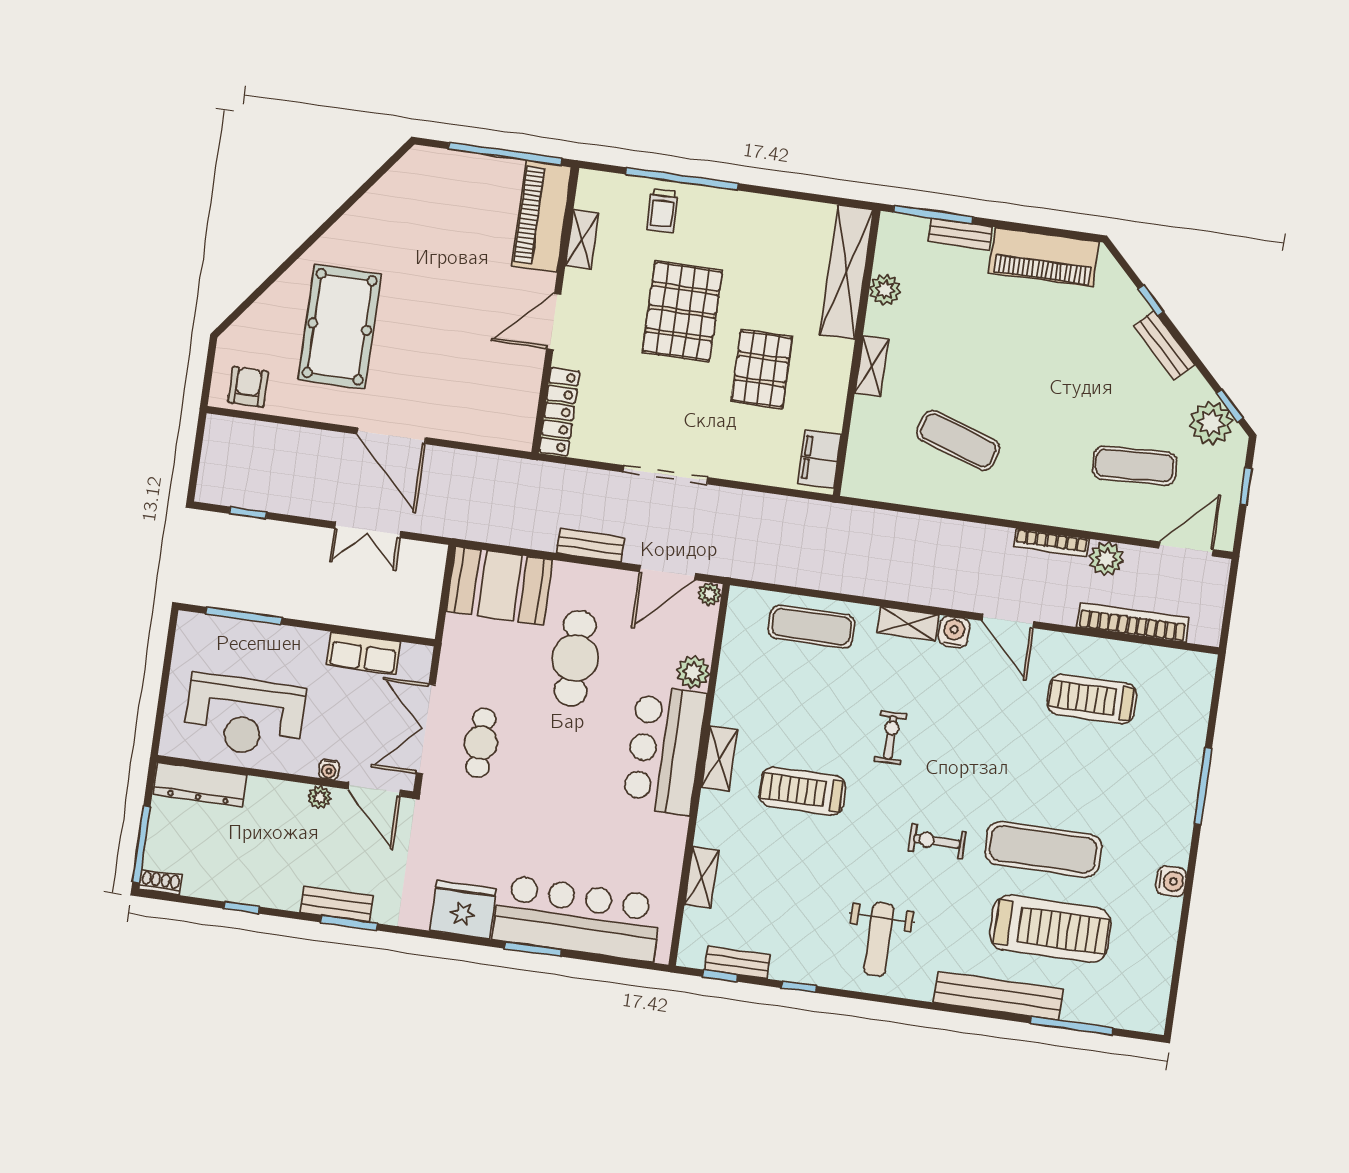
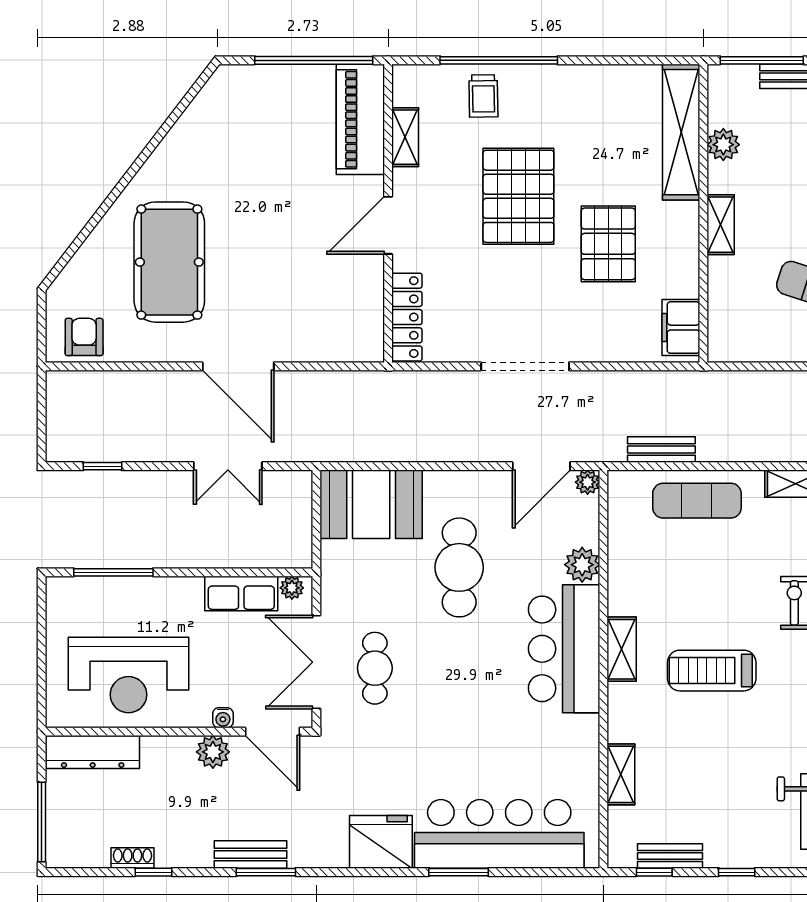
bench: (591, 545) -> (661, 450), moved
plant: (412, 655) -> (292, 588), added
plant: (320, 797) -> (213, 752), width x1.38, depth x1.38
shoe rack: (160, 882) -> (133, 858), moved

